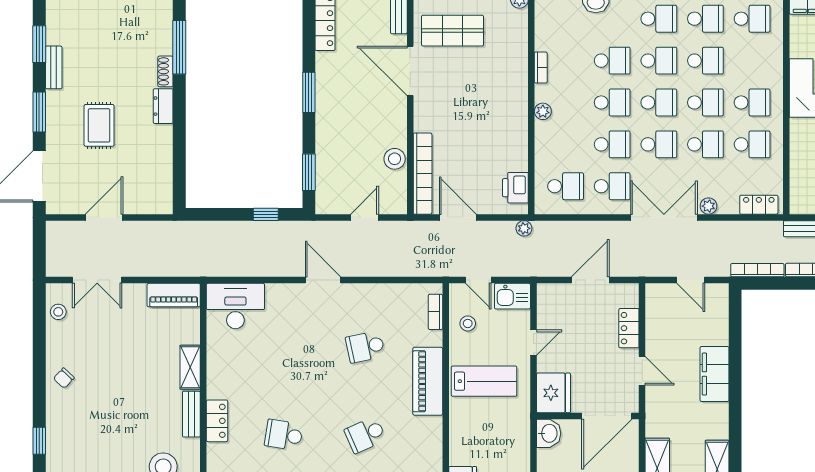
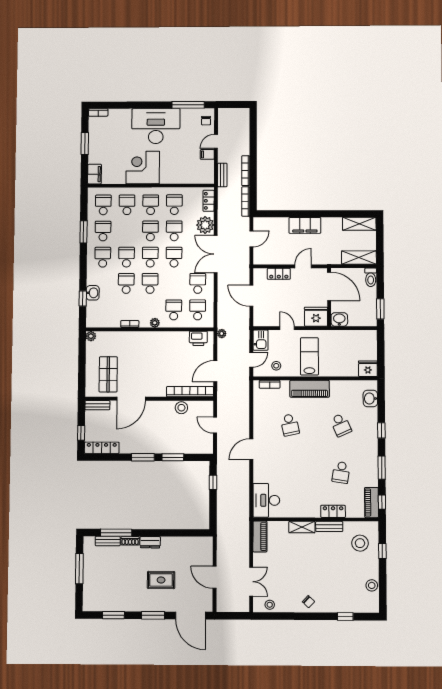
school desk: (705, 61) -> (127, 205), moved
bench: (54, 67) -> (108, 541), moved
school desk: (612, 144) -> (174, 310), moved
window: (309, 172) -> (173, 457), moved
plant: (708, 206) -> (205, 225), width x1.88, depth x1.88

